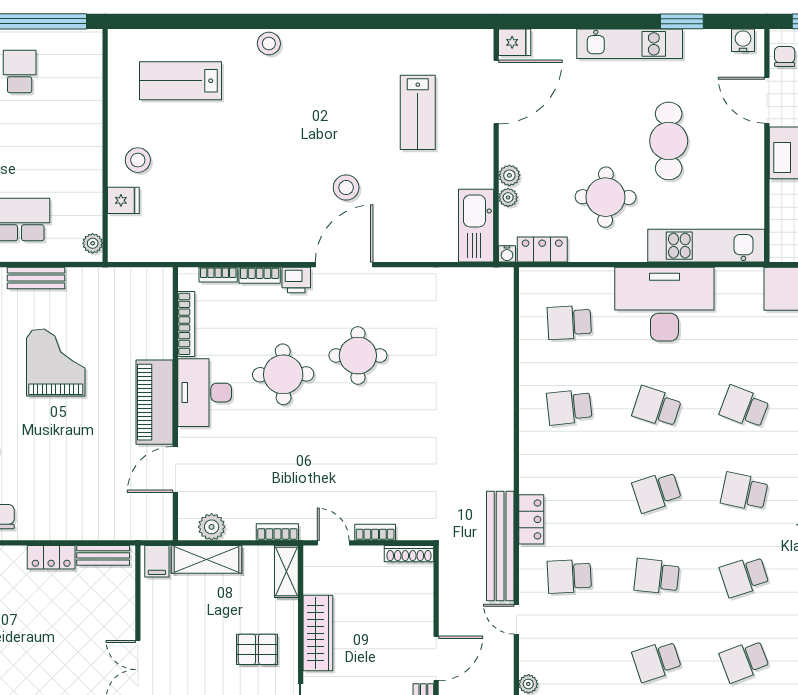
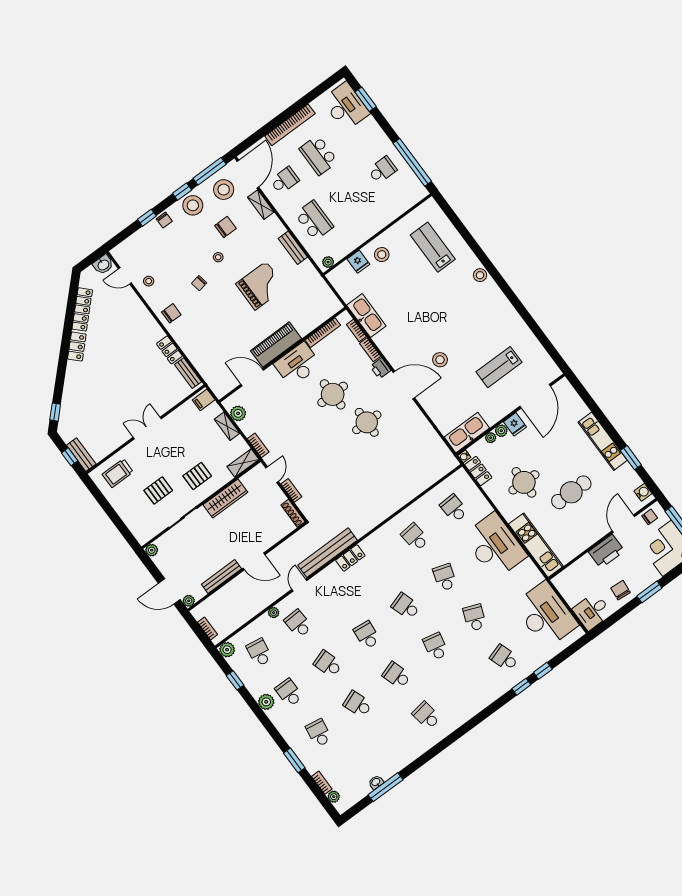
fridge: (515, 42) -> (515, 424), moved
door: (496, 92) -> (535, 396), hinge flipped
kitchen sink: (208, 245) -> (366, 316), added
shelving: (206, 559) -> (227, 426), width x0.67, depth x0.75
school desk: (569, 576) -> (298, 624), moved
pallet: (257, 649) -> (197, 476), turned 90

